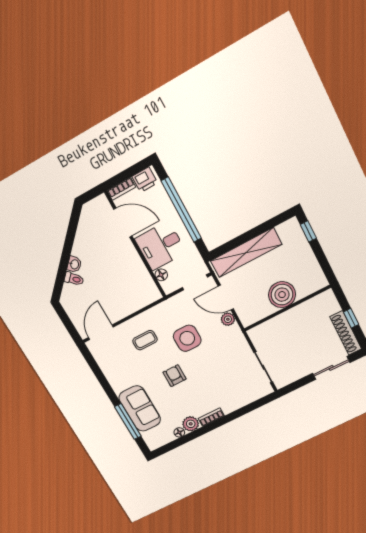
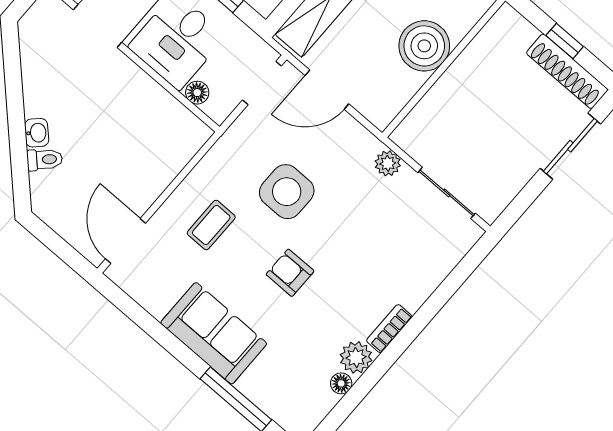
plant: (228, 319) -> (388, 163), moved
sofa: (140, 409) -> (214, 333), moved

